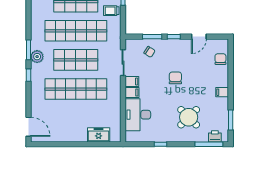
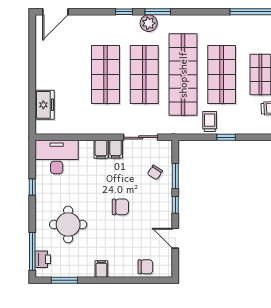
shop shelf: (76, 89) -> (106, 75), width x0.71
desk: (138, 115) -> (57, 157), moved
round table: (189, 117) -> (68, 224), turned 45

